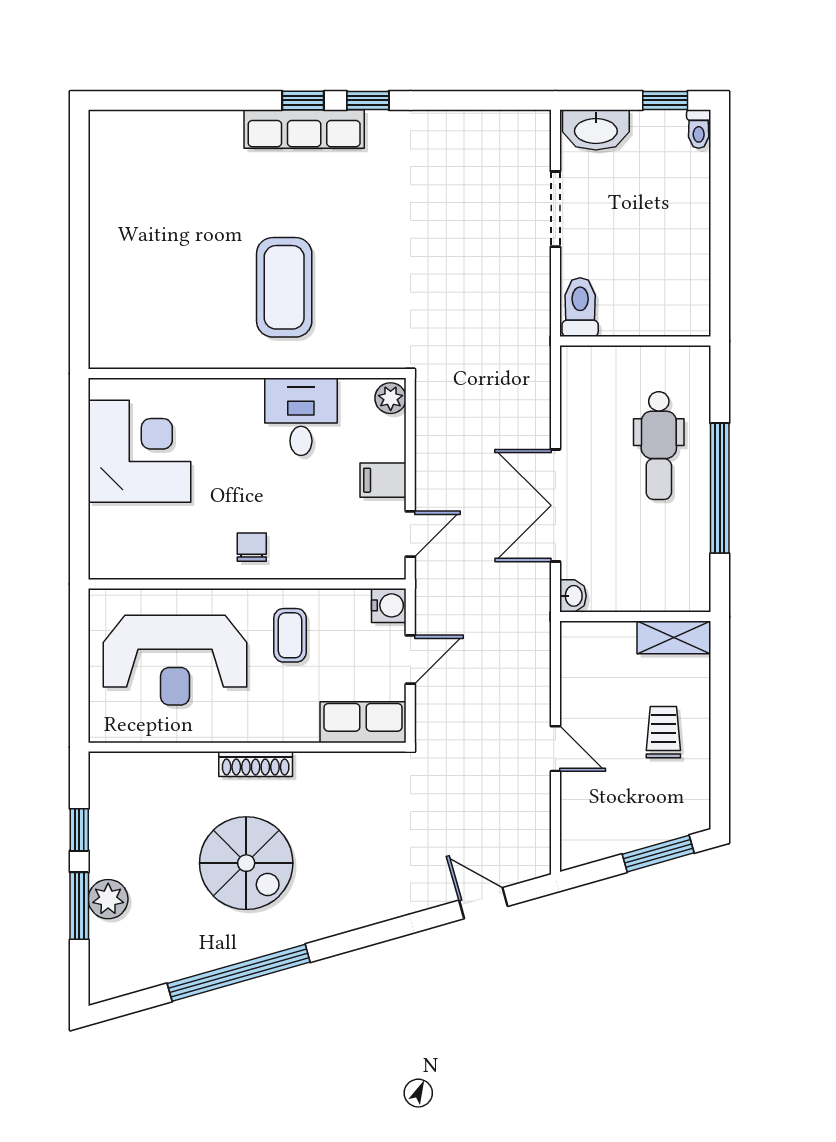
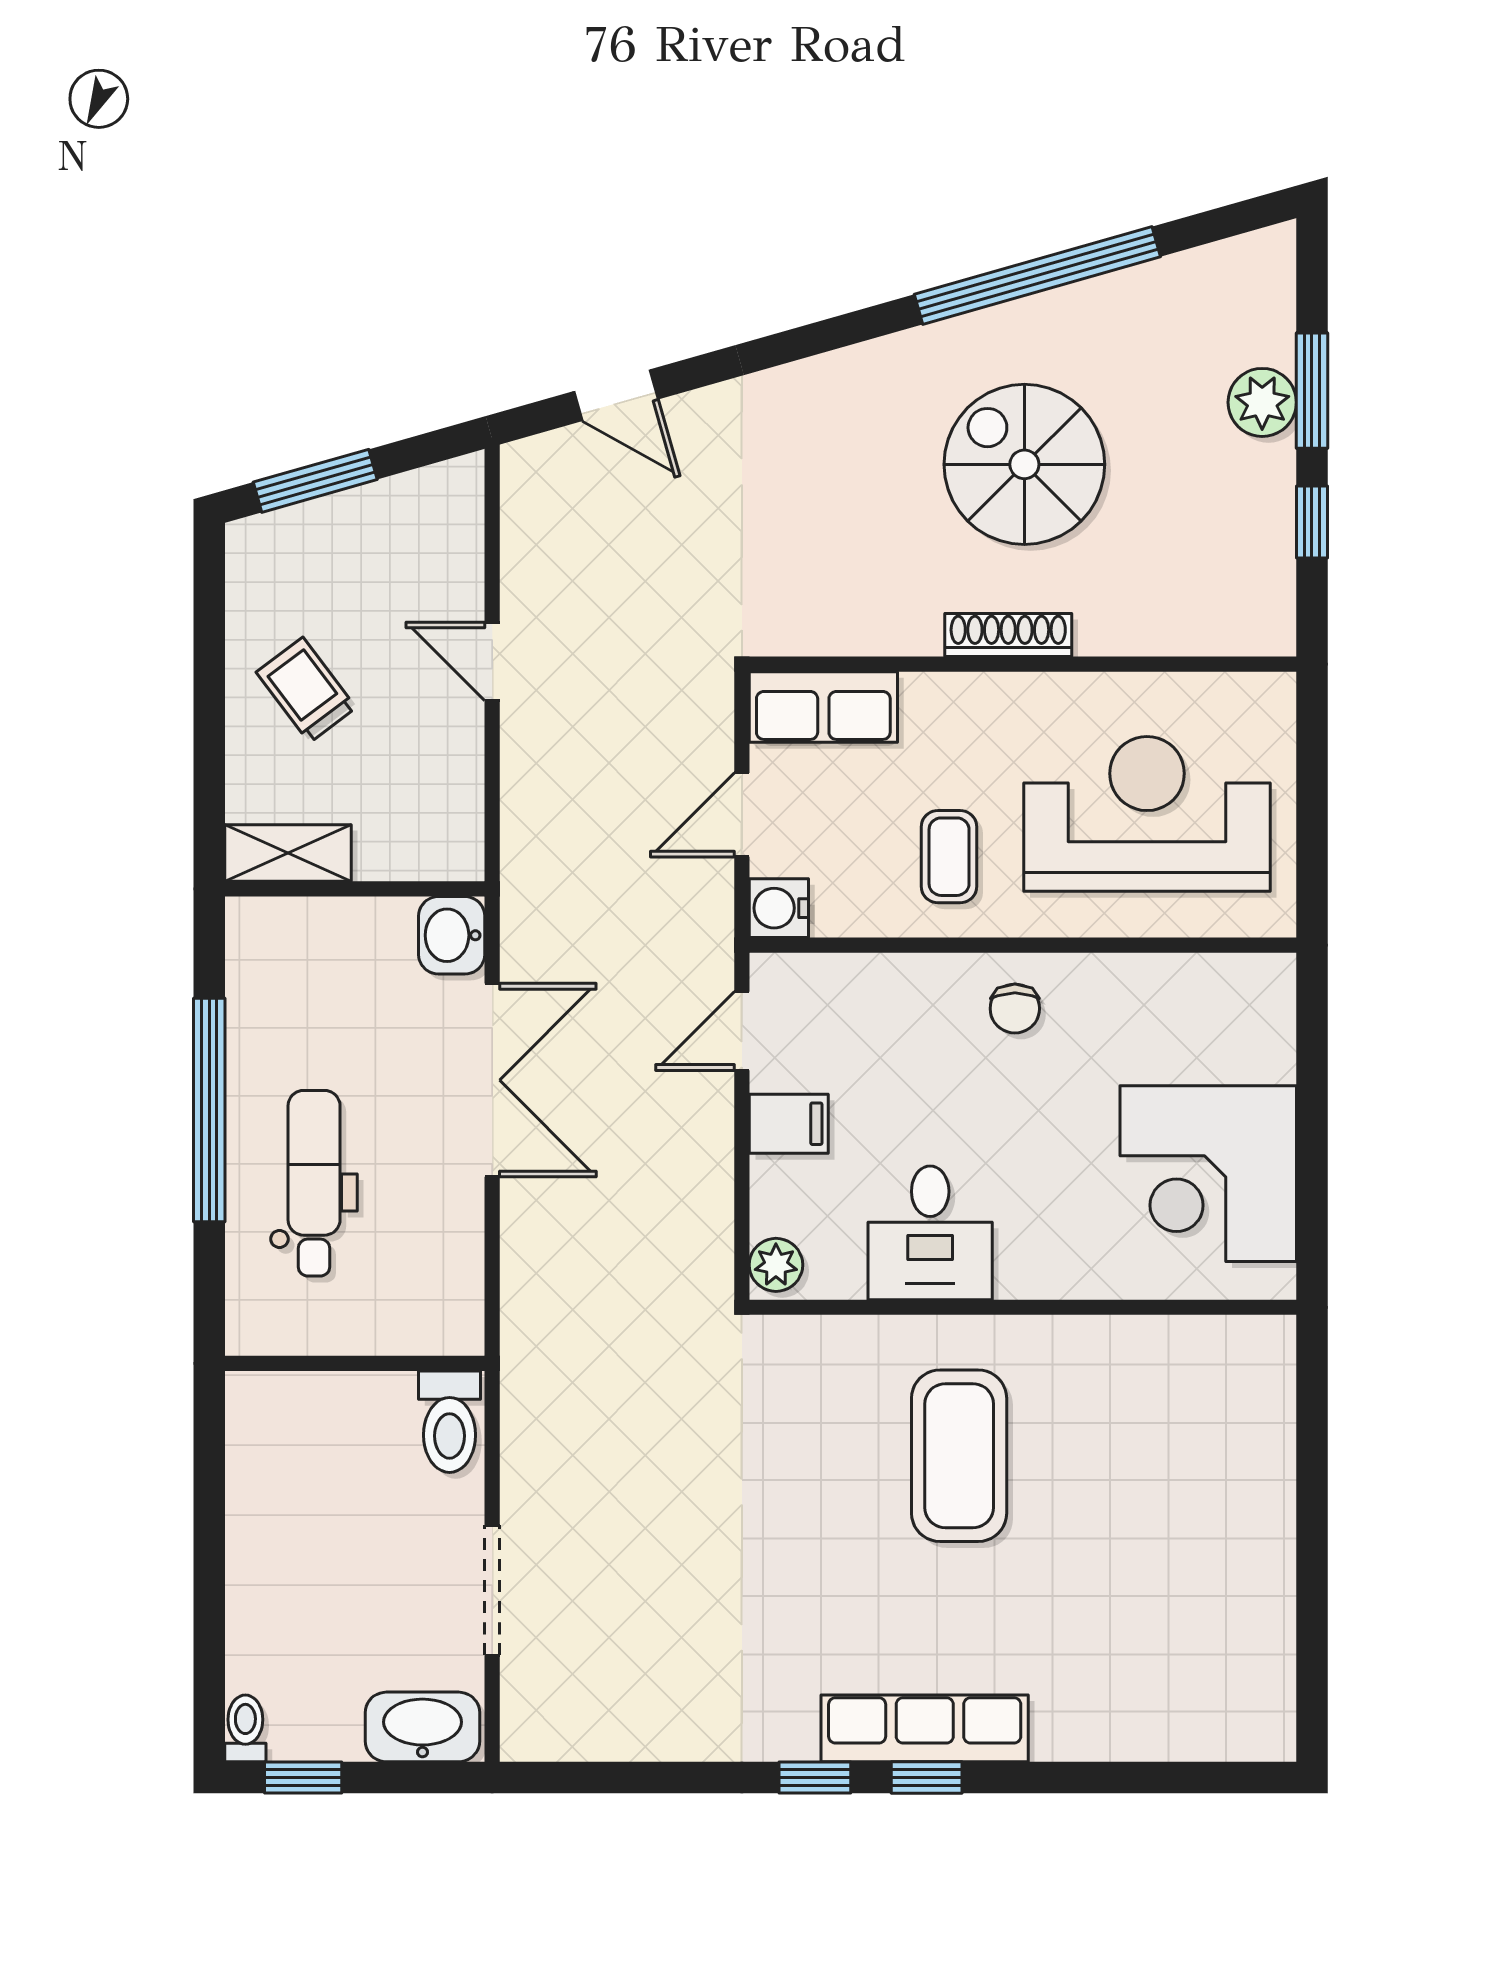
washbasin: (573, 596) -> (452, 935), width x1.38, depth x1.45
trolley: (663, 732) -> (306, 690), turned 143

